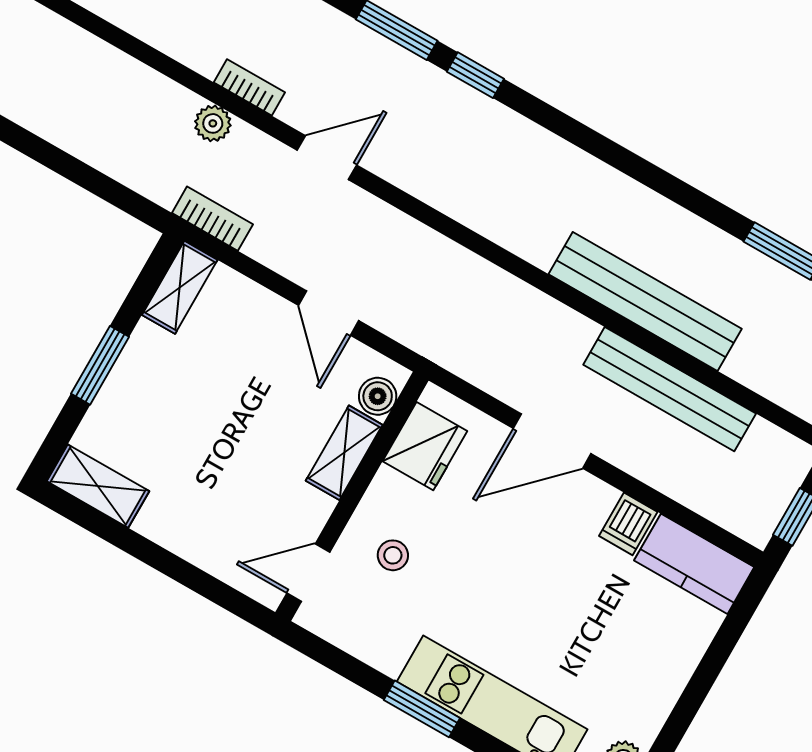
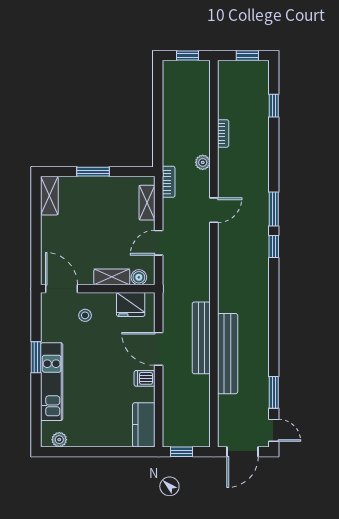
bookcase: (249, 87) -> (223, 133), moved
door: (327, 158) -> (214, 210), hinge flipped
shelving: (180, 287) -> (147, 203), moved, turned 90
bench: (670, 389) -> (201, 338), moved
dishwasher: (628, 524) -> (145, 378), moved
door: (308, 573) -> (62, 289), width x1.38

